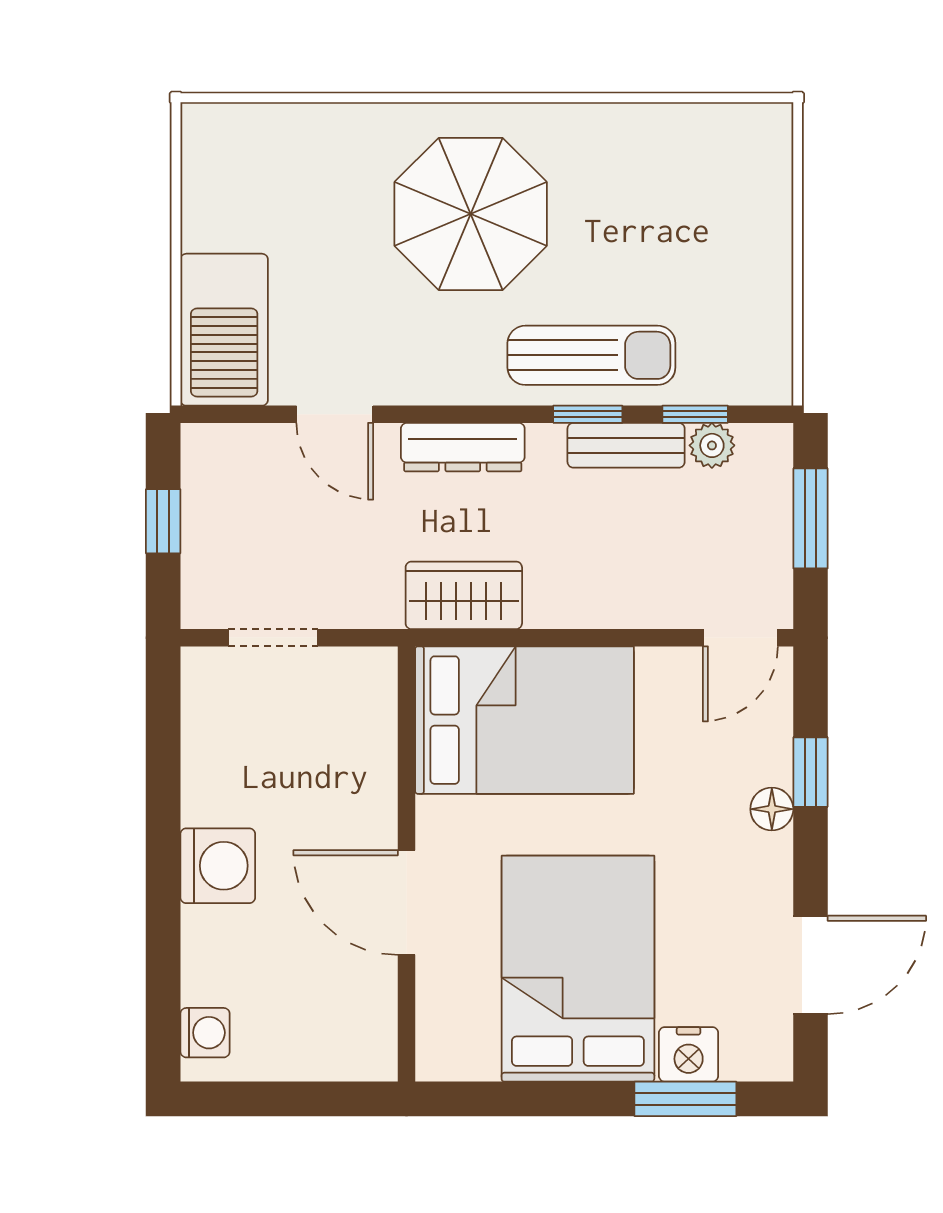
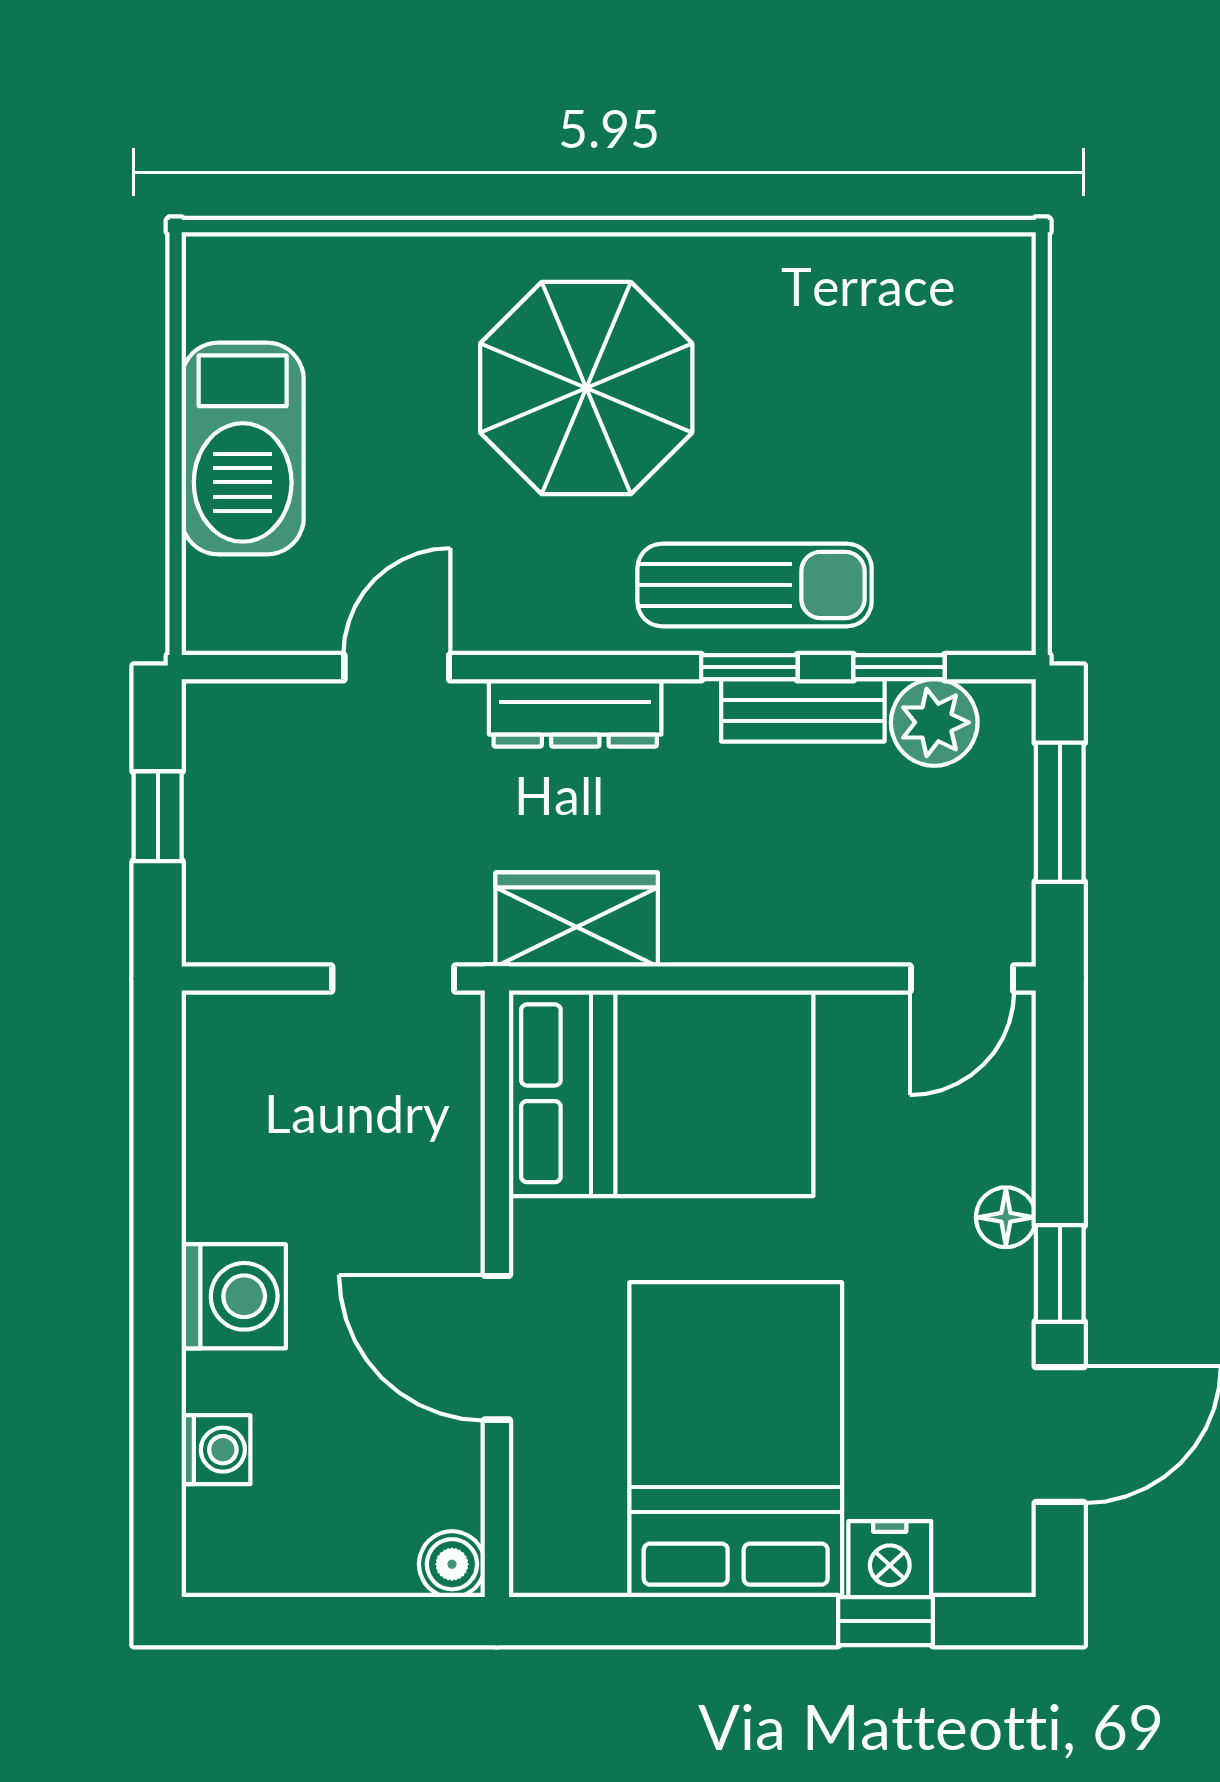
barbecue: (224, 330) -> (243, 449), moved
door: (335, 414) -> (397, 667), swing flipped
plant: (712, 445) -> (934, 722), width x1.38, depth x1.38
doorway: (273, 638) -> (393, 979), moved
window: (810, 772) -> (1060, 1274), moved
washing machine: (205, 1033) -> (216, 1450), moved
boiler: (374, 1058) -> (452, 1564), added
window: (685, 1099) -> (885, 1621), width x0.67

